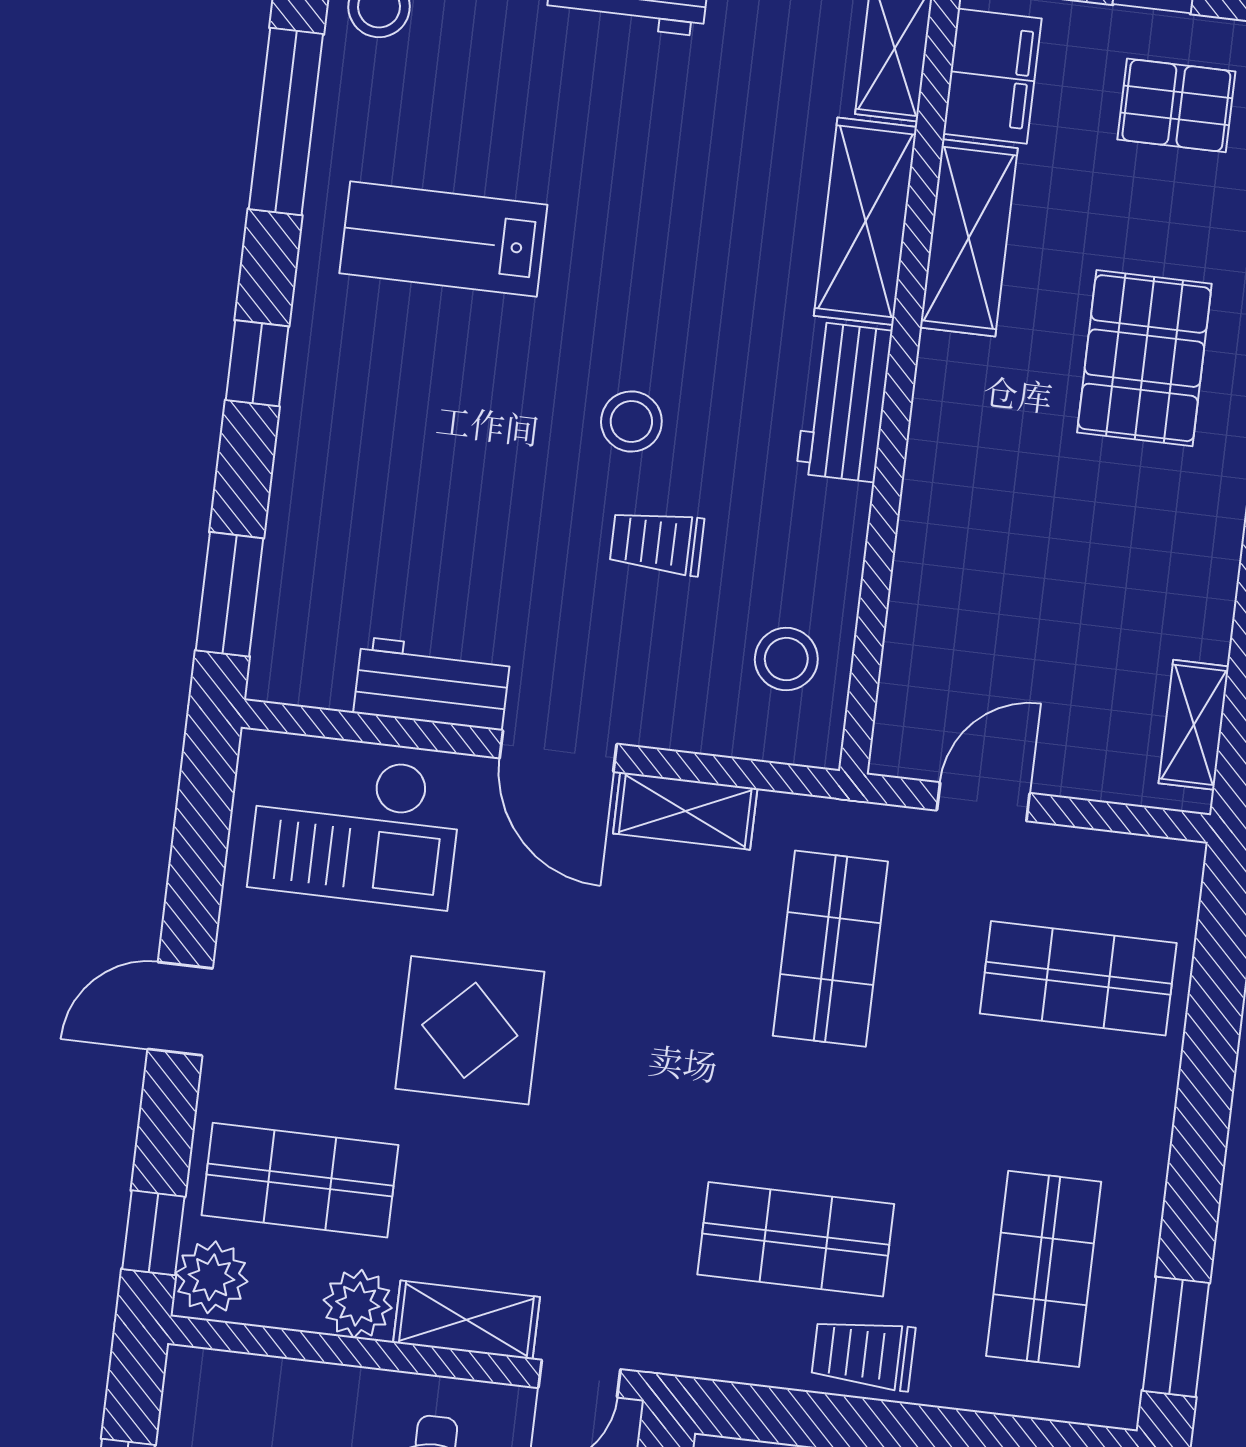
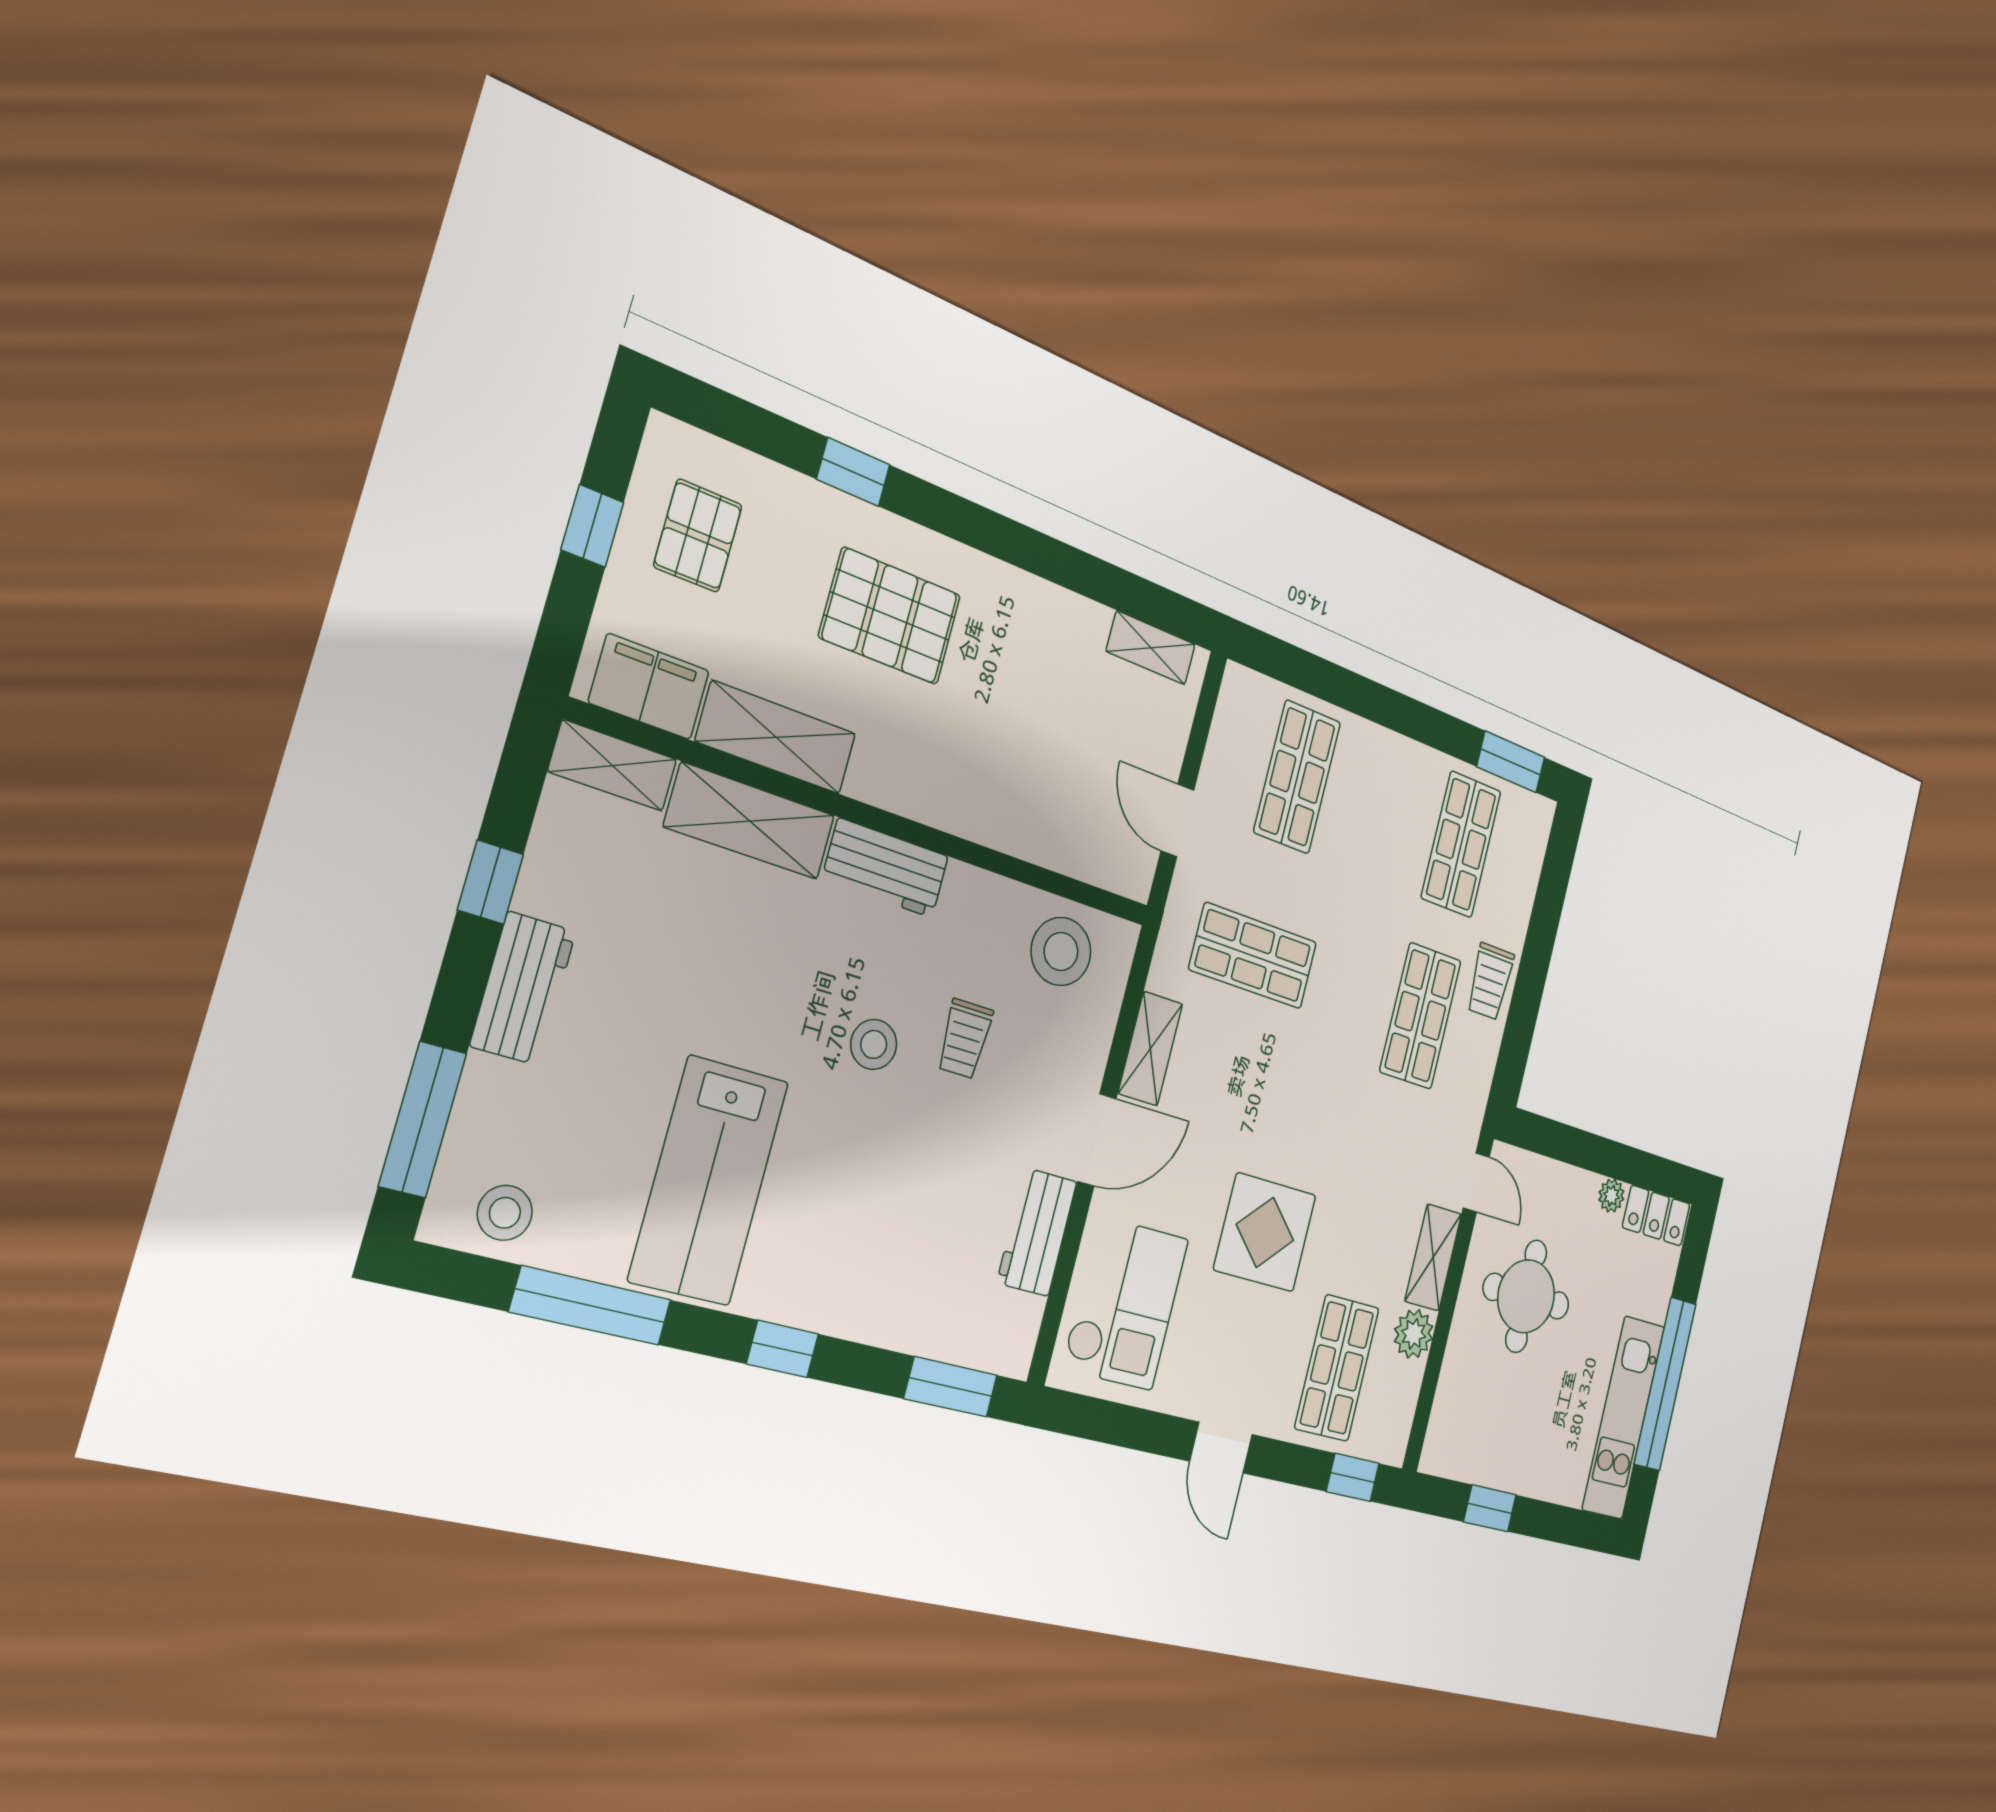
lab bench: (443, 239) -> (709, 1181), width x1.36, depth x1.39
stool: (786, 659) -> (1061, 951), width x1.38, depth x1.38
shop shelf: (1044, 1269) -> (1461, 844), turned 90
plant: (212, 1277) -> (1384, 1437), removed

